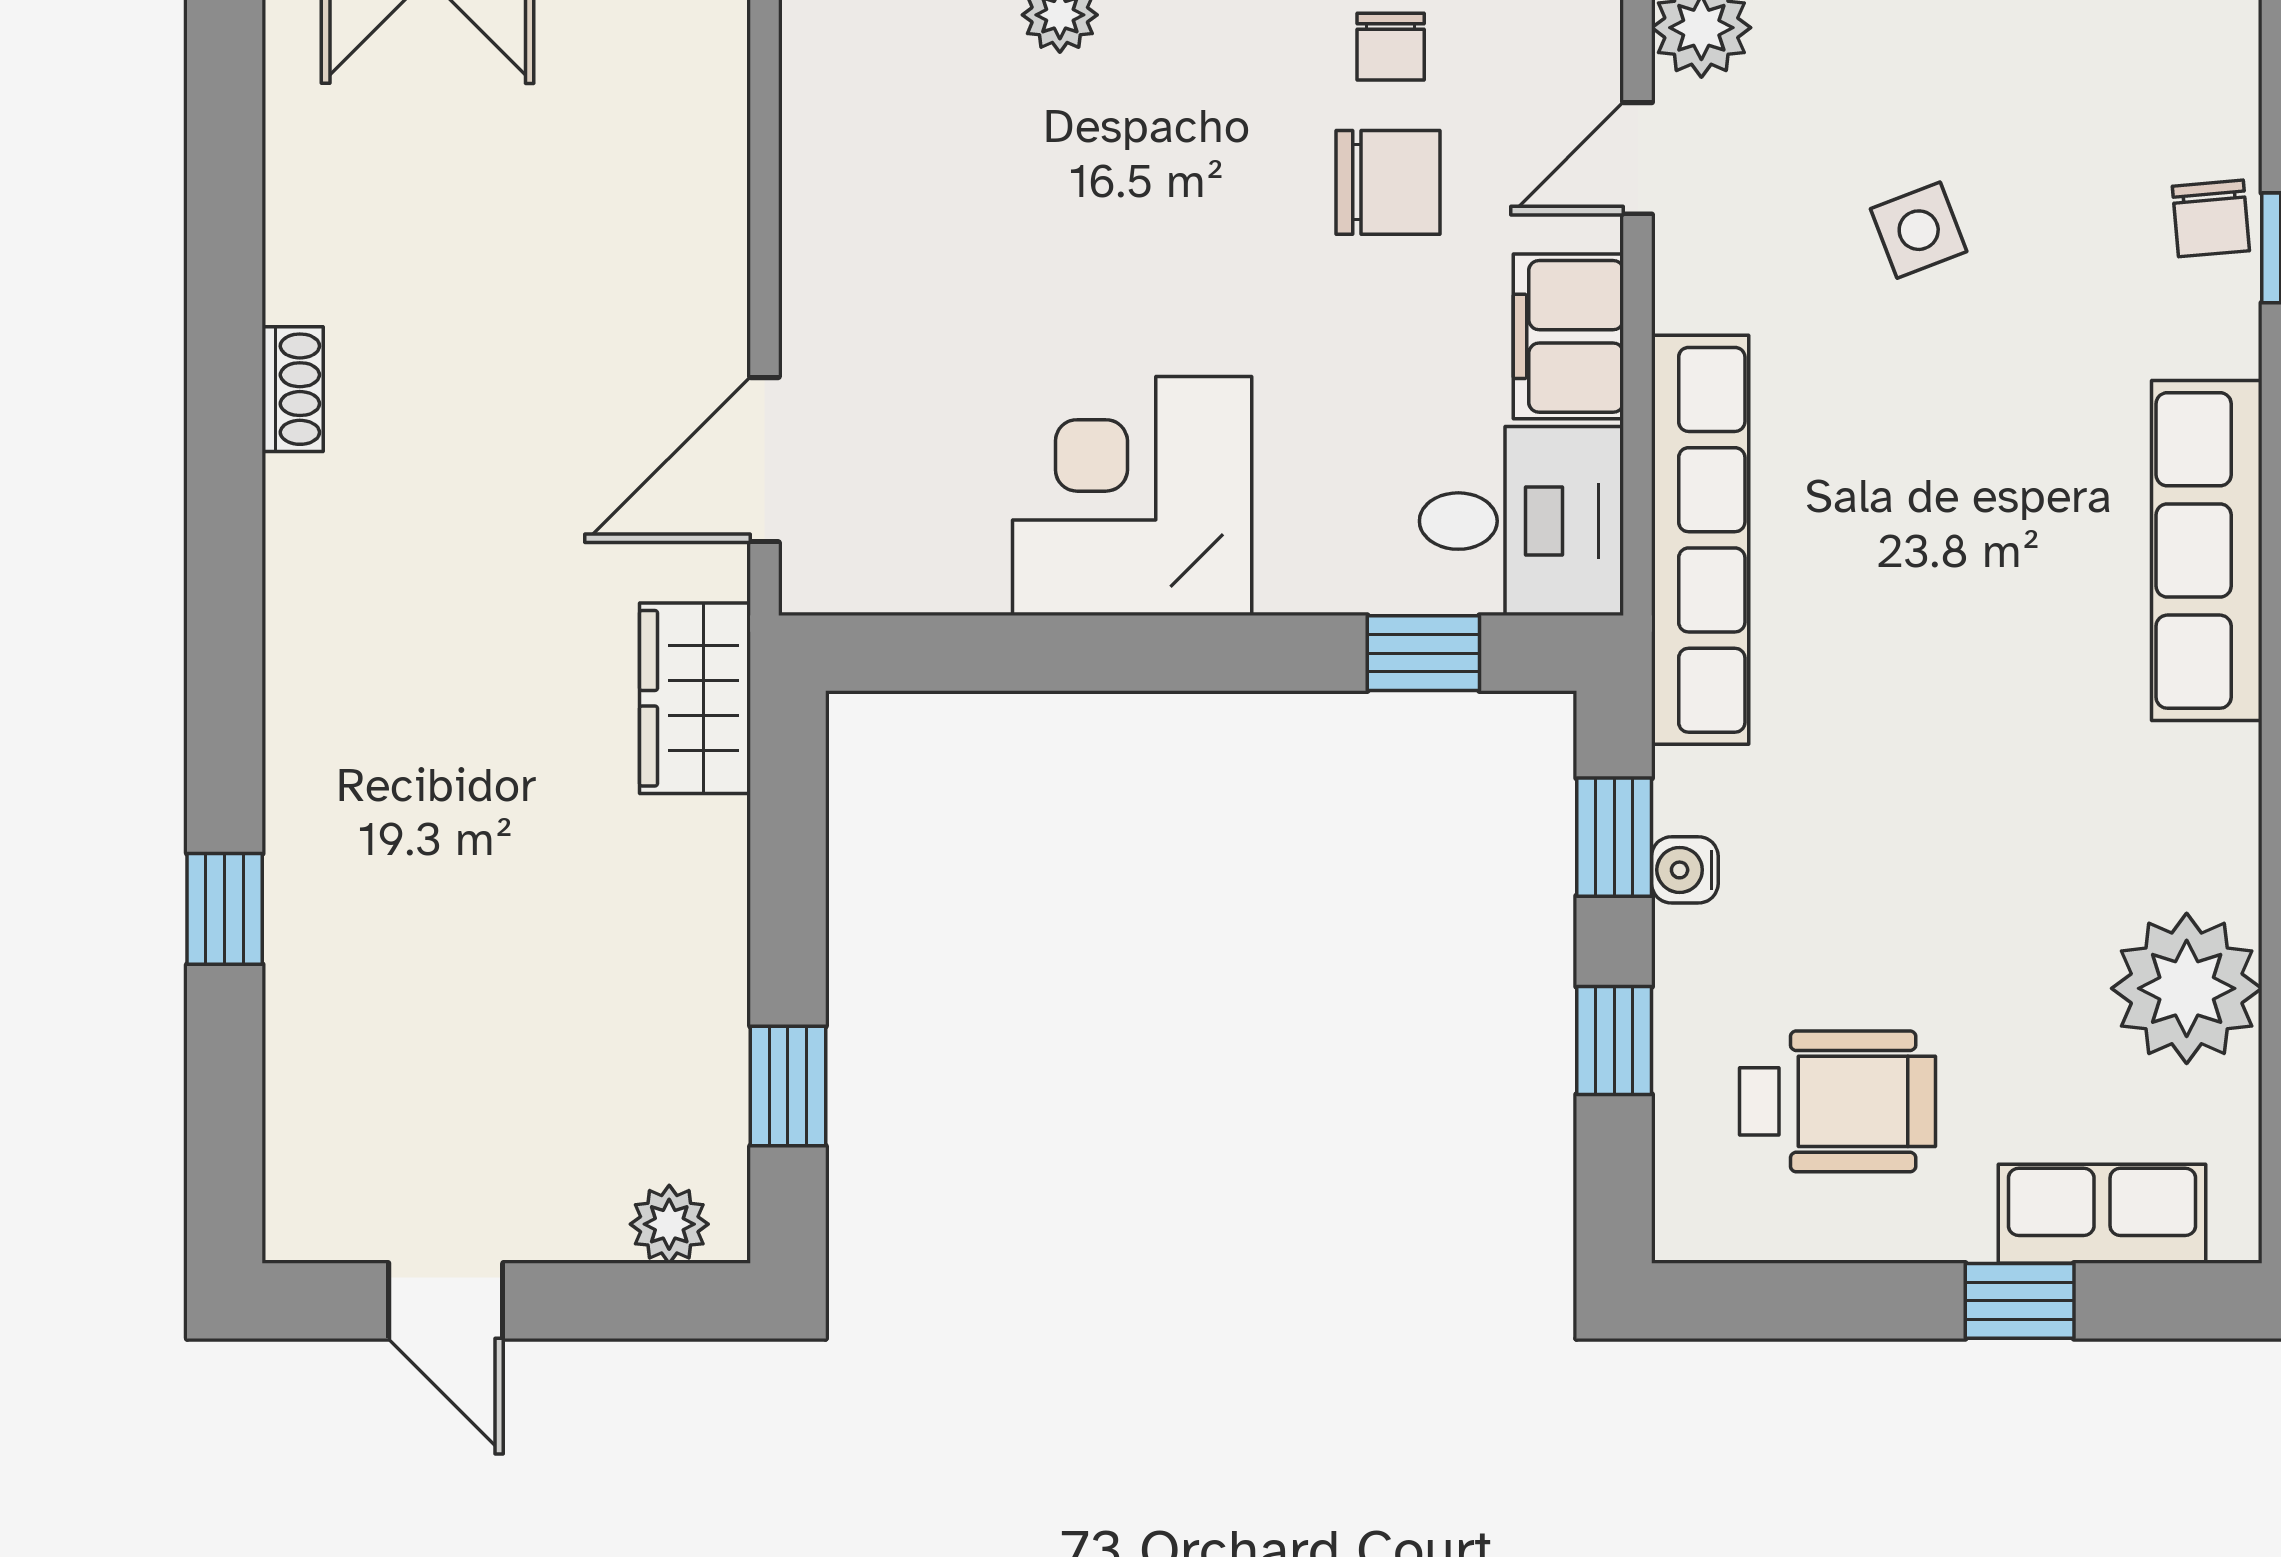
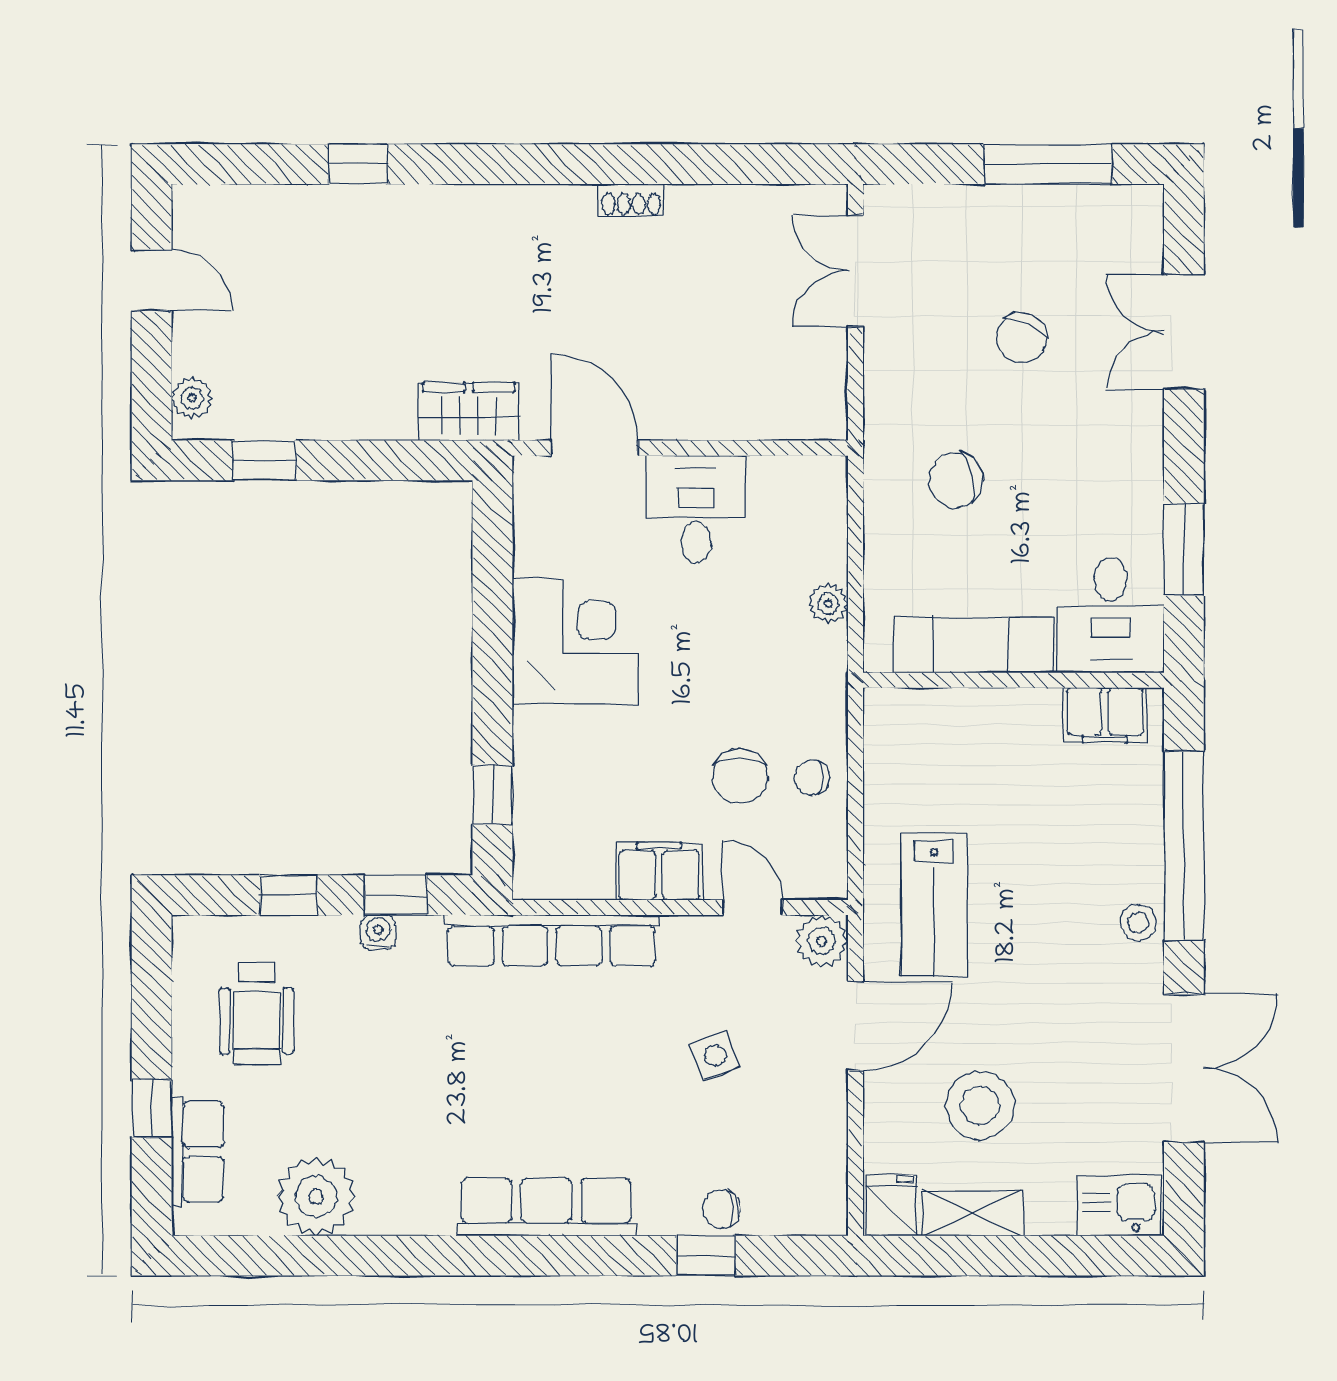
desk: (1521, 521) -> (696, 509), moved, turned 180
door: (446, 1301) -> (152, 280), swing flipped

